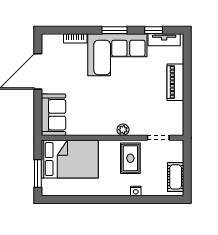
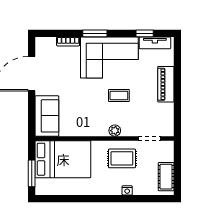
window: (114, 30) -> (95, 33), moved
coffee table: (127, 94) -> (119, 95), added
rug: (130, 158) -> (122, 158), turned 90

